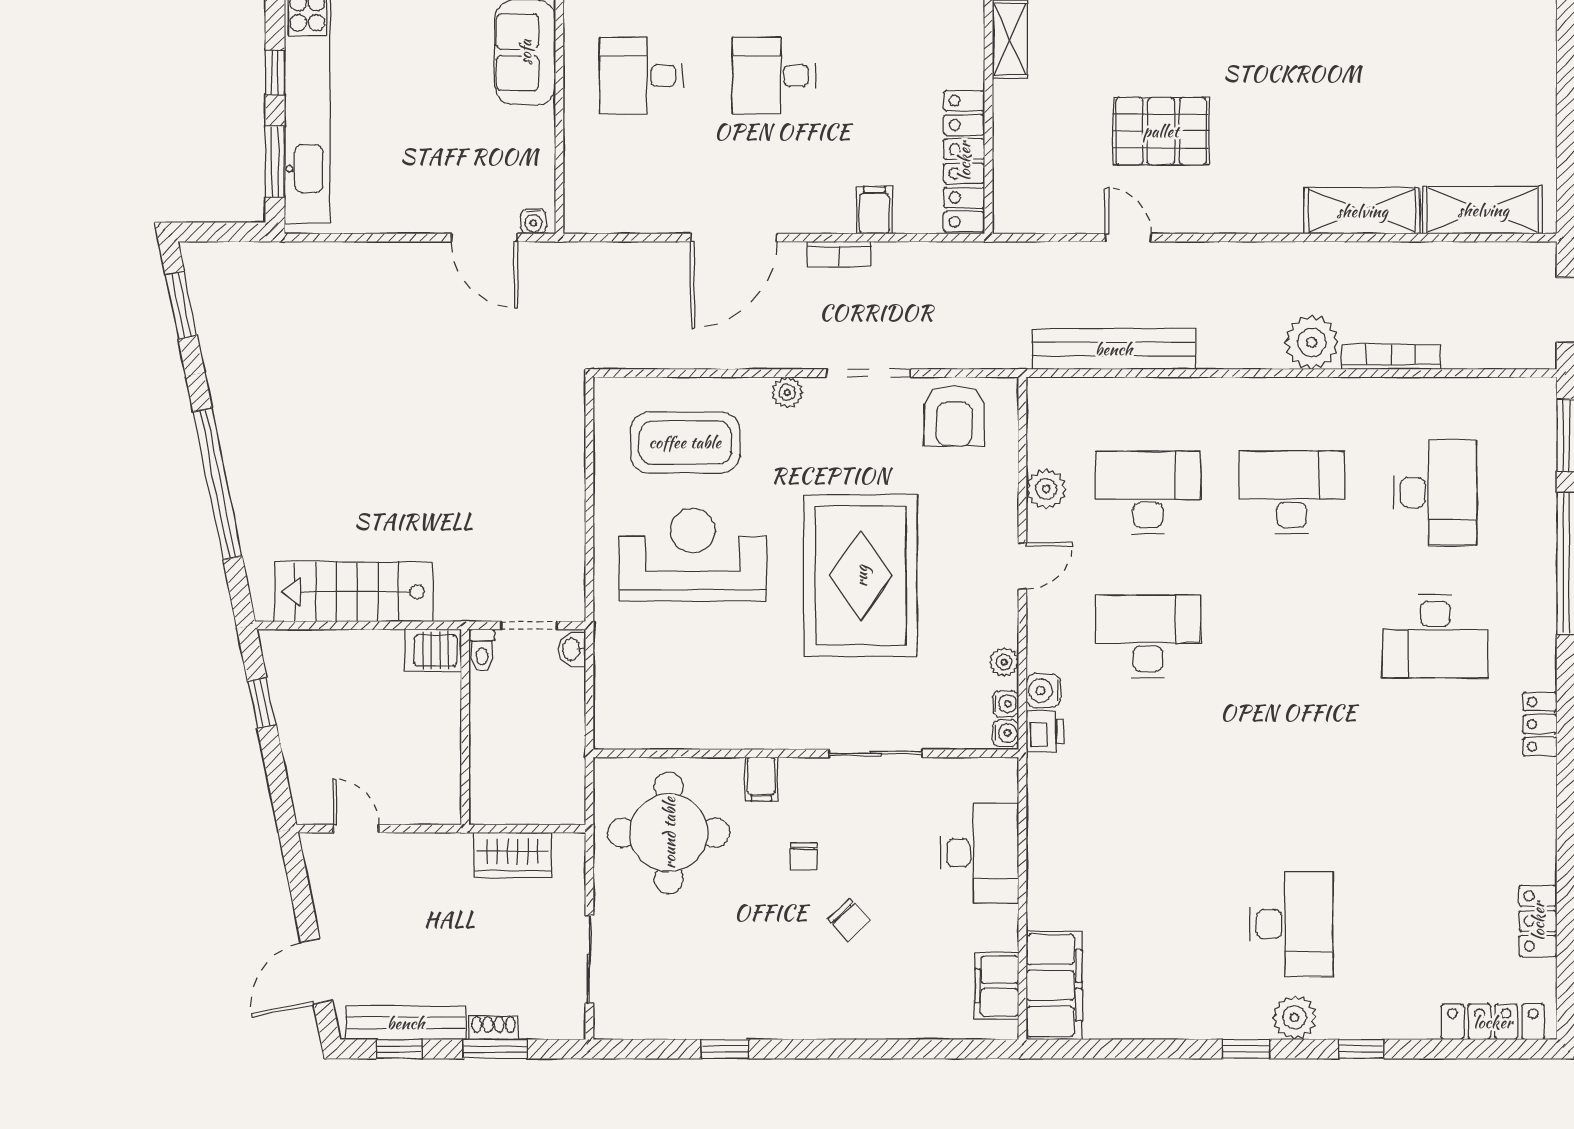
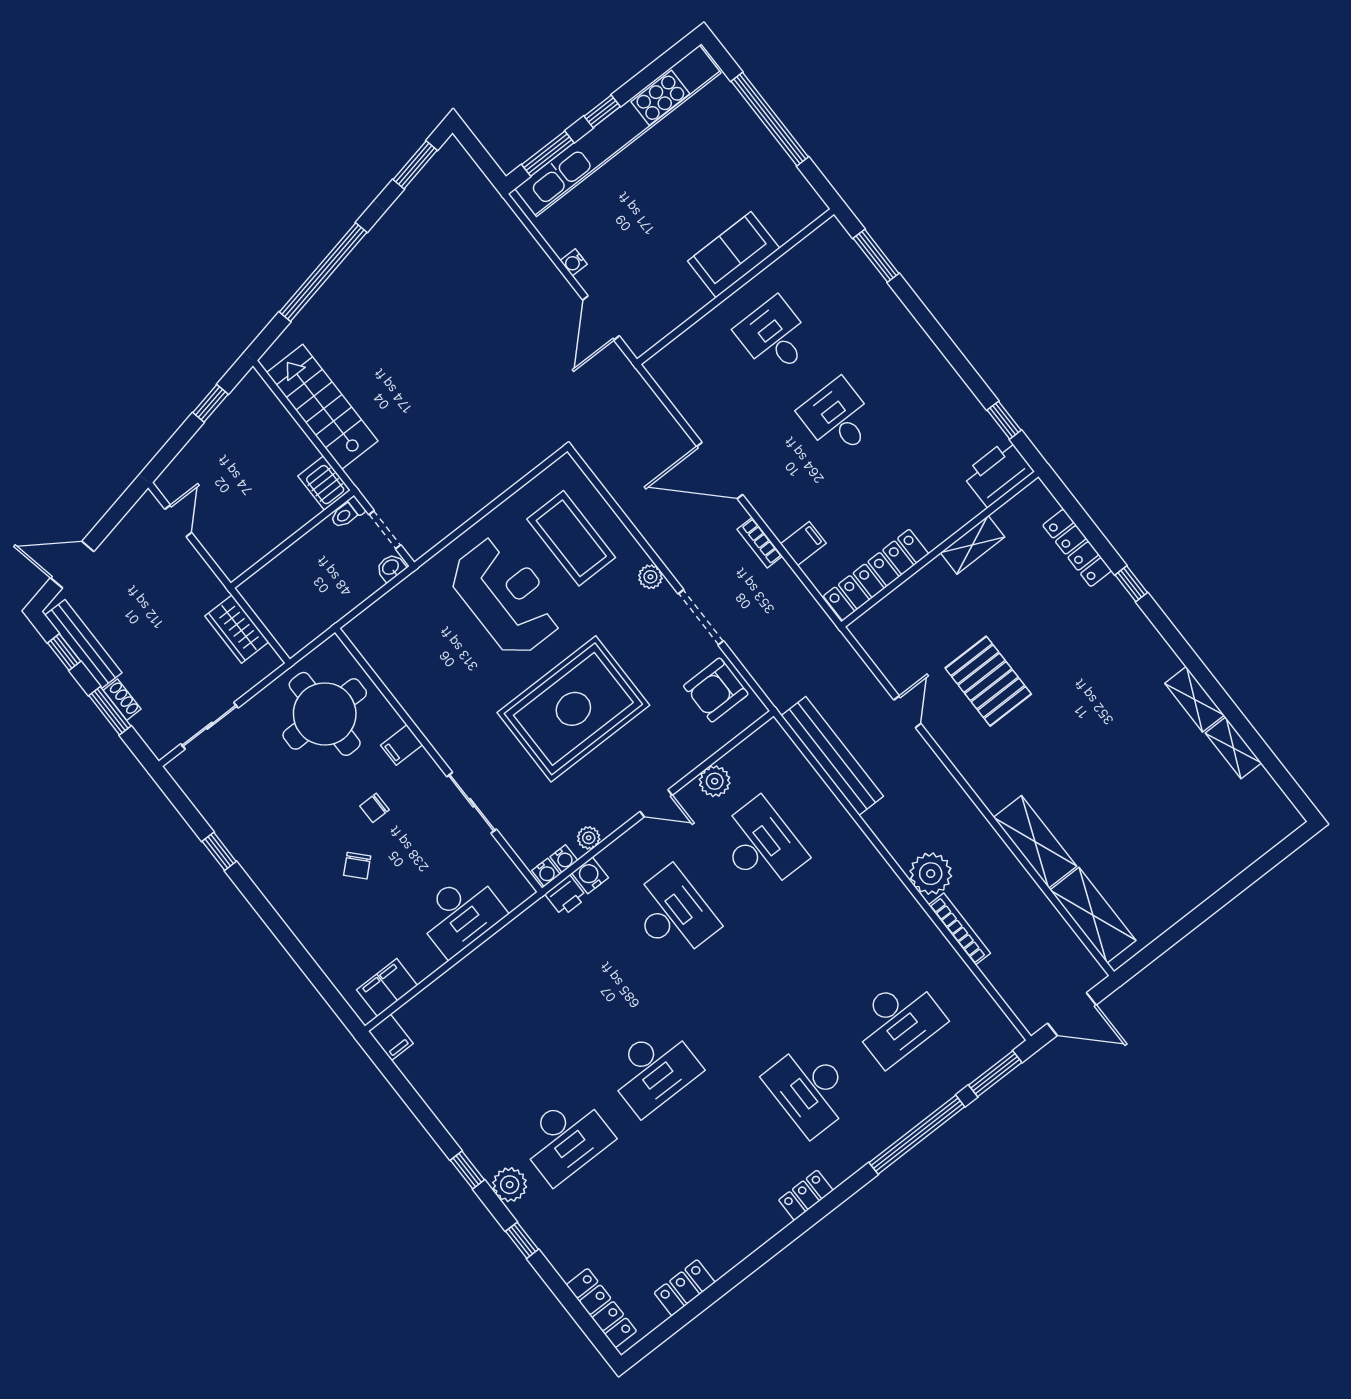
water cooler: (533, 221) -> (574, 262), moved
desk: (1292, 492) -> (653, 1070), moved, turned 90
filing cabinet: (1054, 985) -> (391, 1037), width x0.33, depth x0.86

